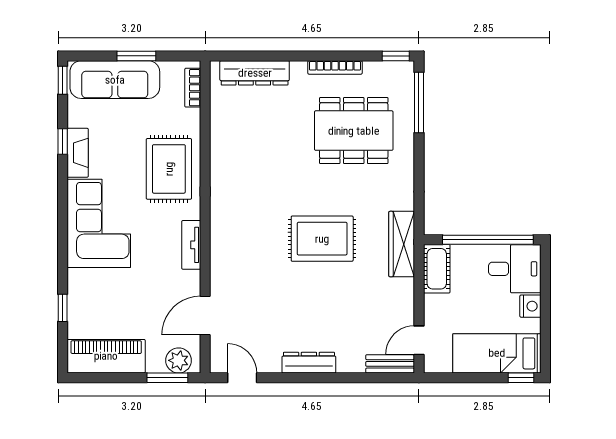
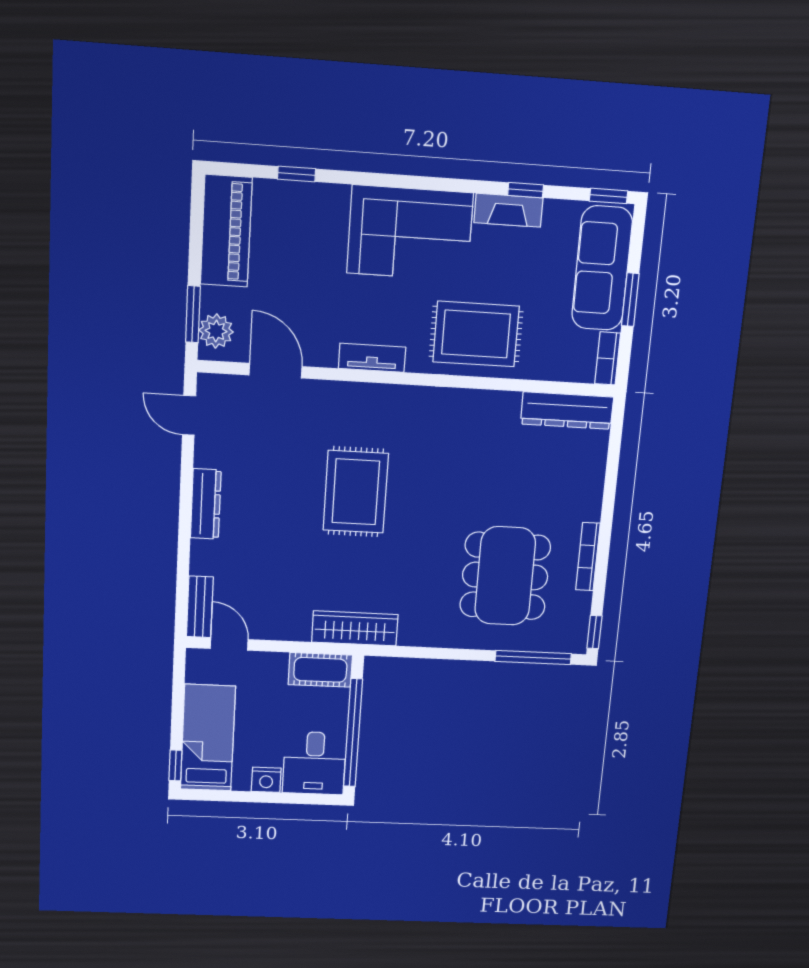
dresser: (255, 73) -> (567, 411), moved, turned -90
bookcase: (193, 88) -> (608, 358), moved, turned -90
rug: (322, 239) -> (356, 492), moved
door: (242, 378) -> (189, 415), swing flipped

